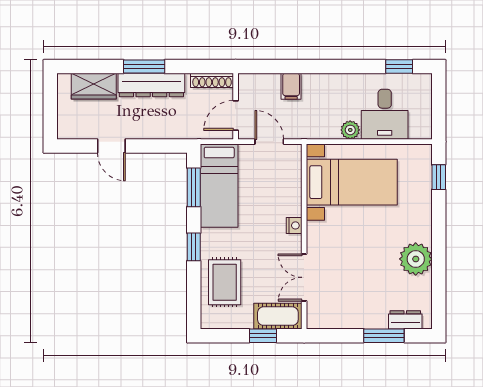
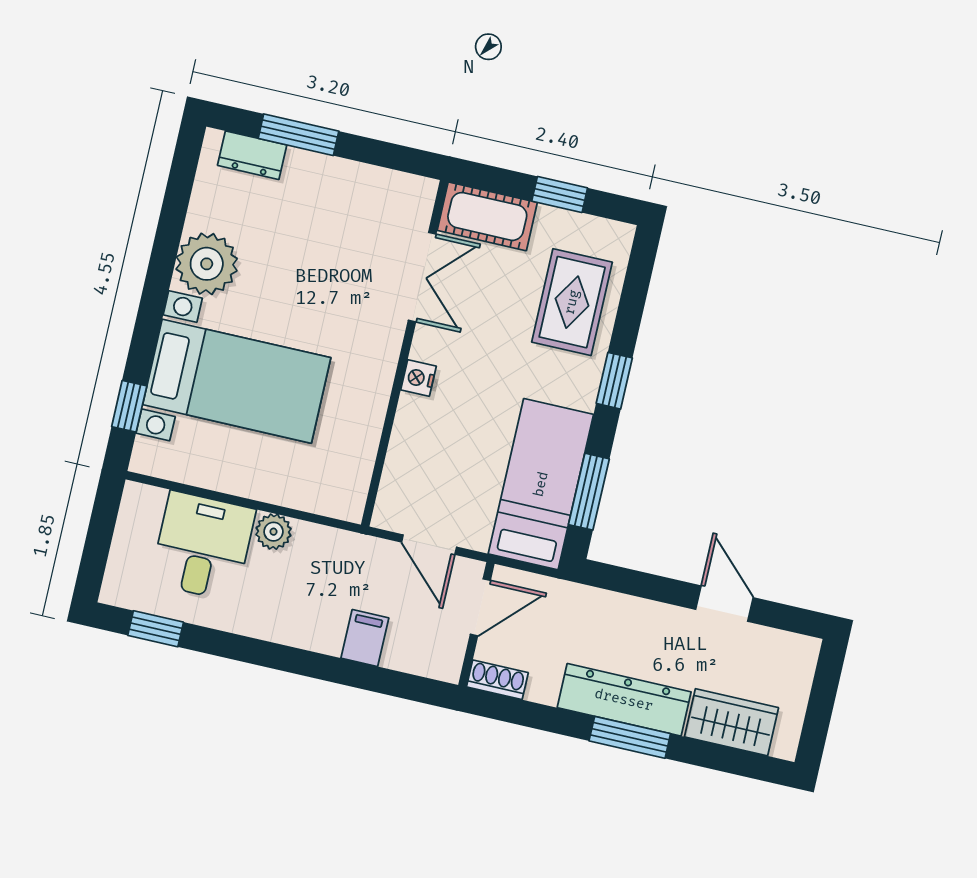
shoe rack: (212, 80) -> (497, 680), width x0.70
bed with nightstands: (352, 182) -> (237, 381), moved, turned 180
window: (263, 336) -> (560, 195), moved

